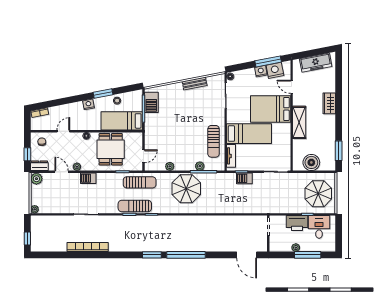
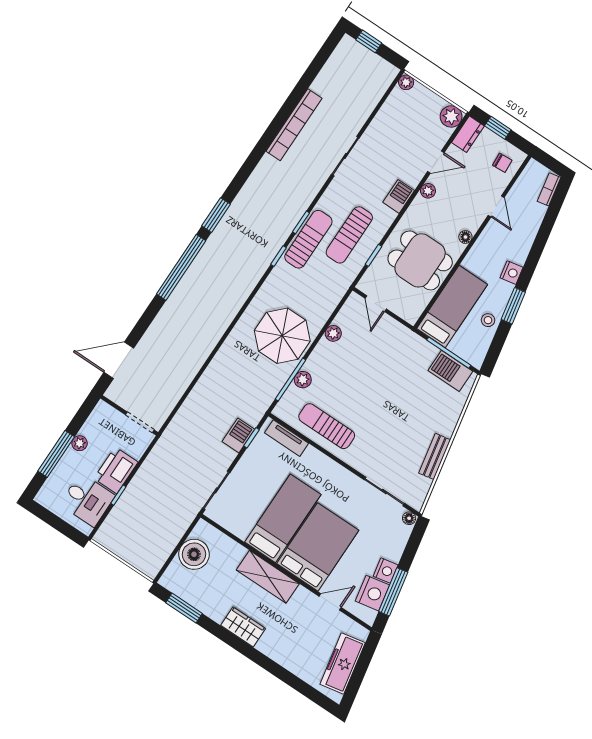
wardrobe: (329, 103) -> (243, 627), moved
bed: (249, 134) -> (283, 518), moved, turned 180
sun lounger: (140, 182) -> (349, 235), moved
parasol: (318, 194) -> (139, 533), removed

